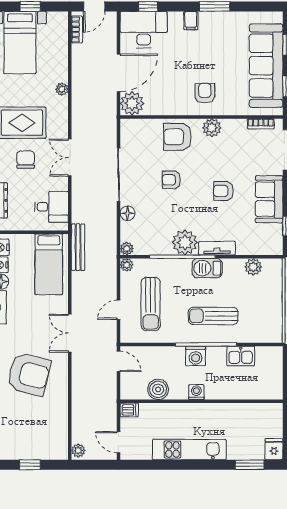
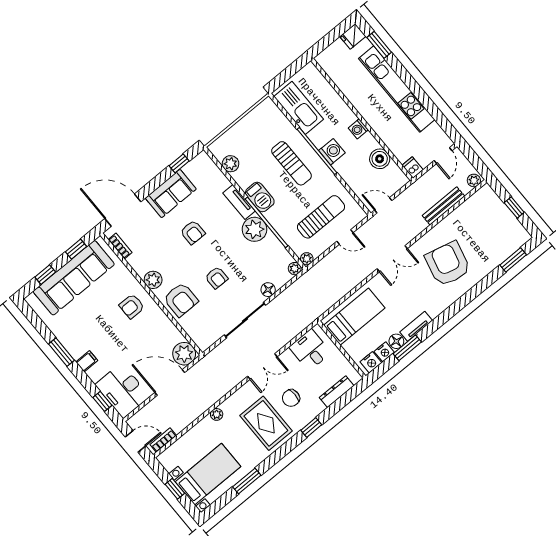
bench: (78, 247) -> (443, 206), moved
kitchen sink: (241, 356) -> (299, 108), width x1.87, depth x1.24
door: (119, 361) -> (383, 205), hinge flipped
kitchen unit: (189, 450) -> (397, 89), width x1.36

